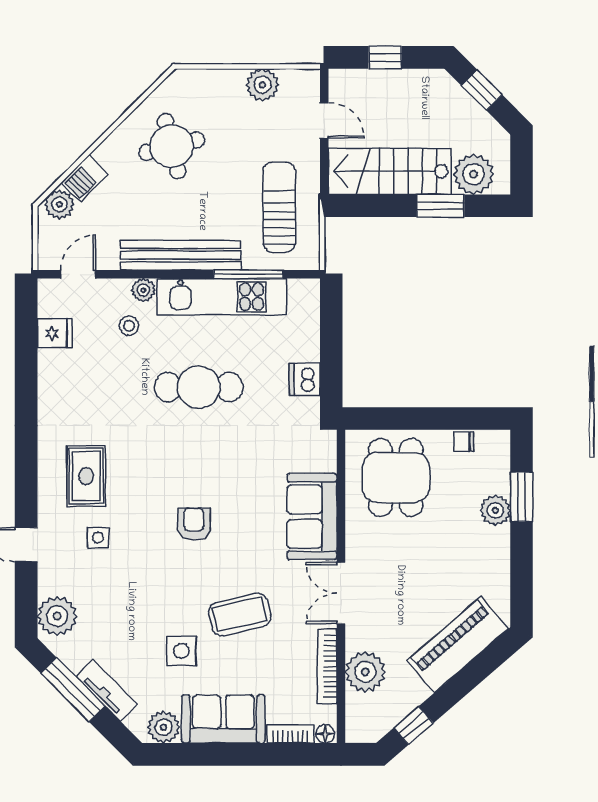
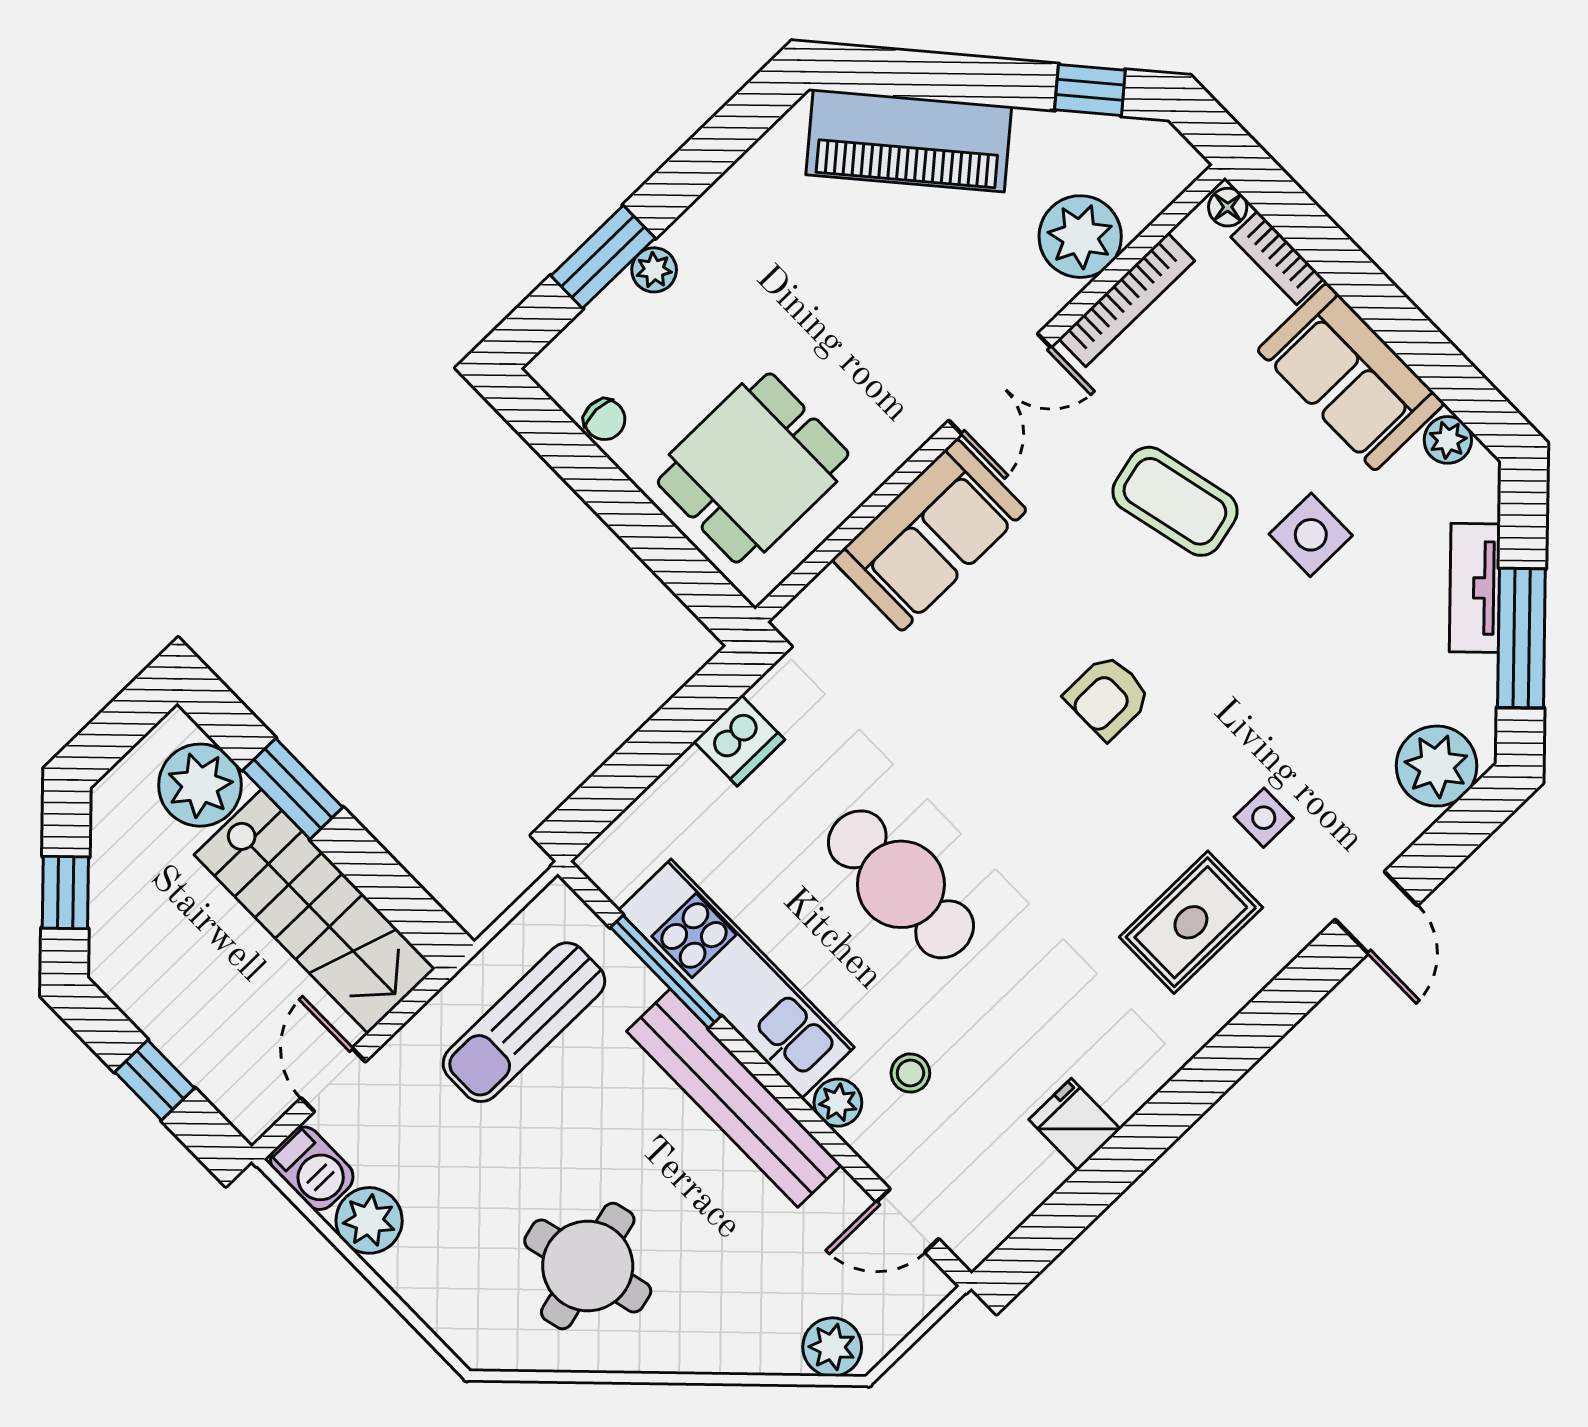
barbecue: (85, 178) -> (312, 1168), moved, turned 45
fridge: (55, 333) -> (1075, 1124), moved
plant: (495, 510) -> (654, 270), width x0.73, depth x0.73
plant: (164, 727) -> (1448, 440), width x0.73, depth x0.73

